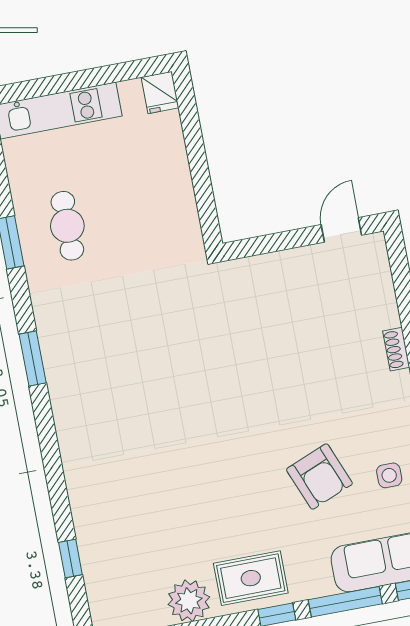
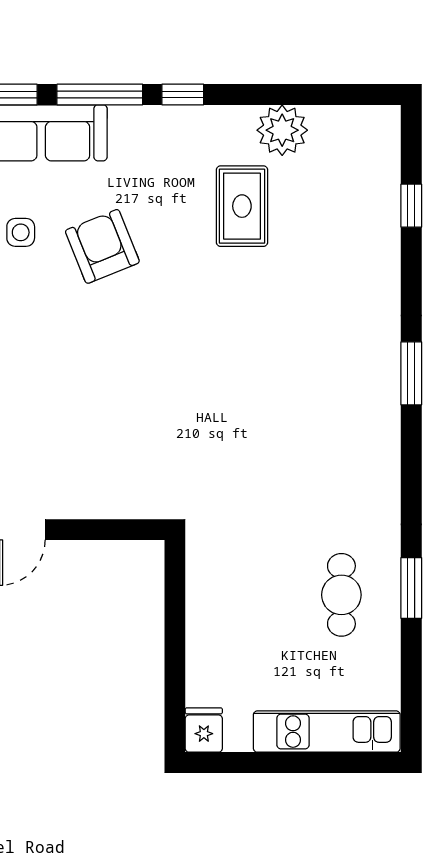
window: (33, 358) -> (411, 373), moved
rug: (251, 578) -> (242, 206), moved, turned 90

